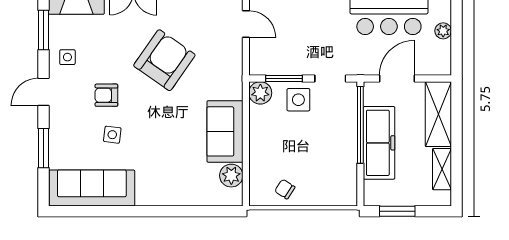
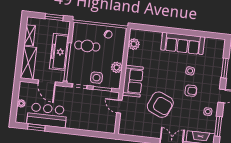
door: (246, 24) -> (119, 107), moved
armchair: (164, 60) -> (160, 105), turned -102
door: (397, 78) -> (47, 83), hinge flipped
plant: (260, 93) -> (117, 67), moved
sofa: (225, 131) -> (133, 81), moved
cafe table: (324, 161) -> (87, 46), added
sofa: (92, 188) -> (183, 43), moved

